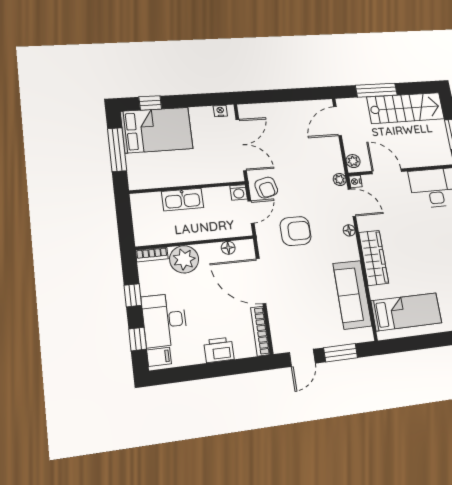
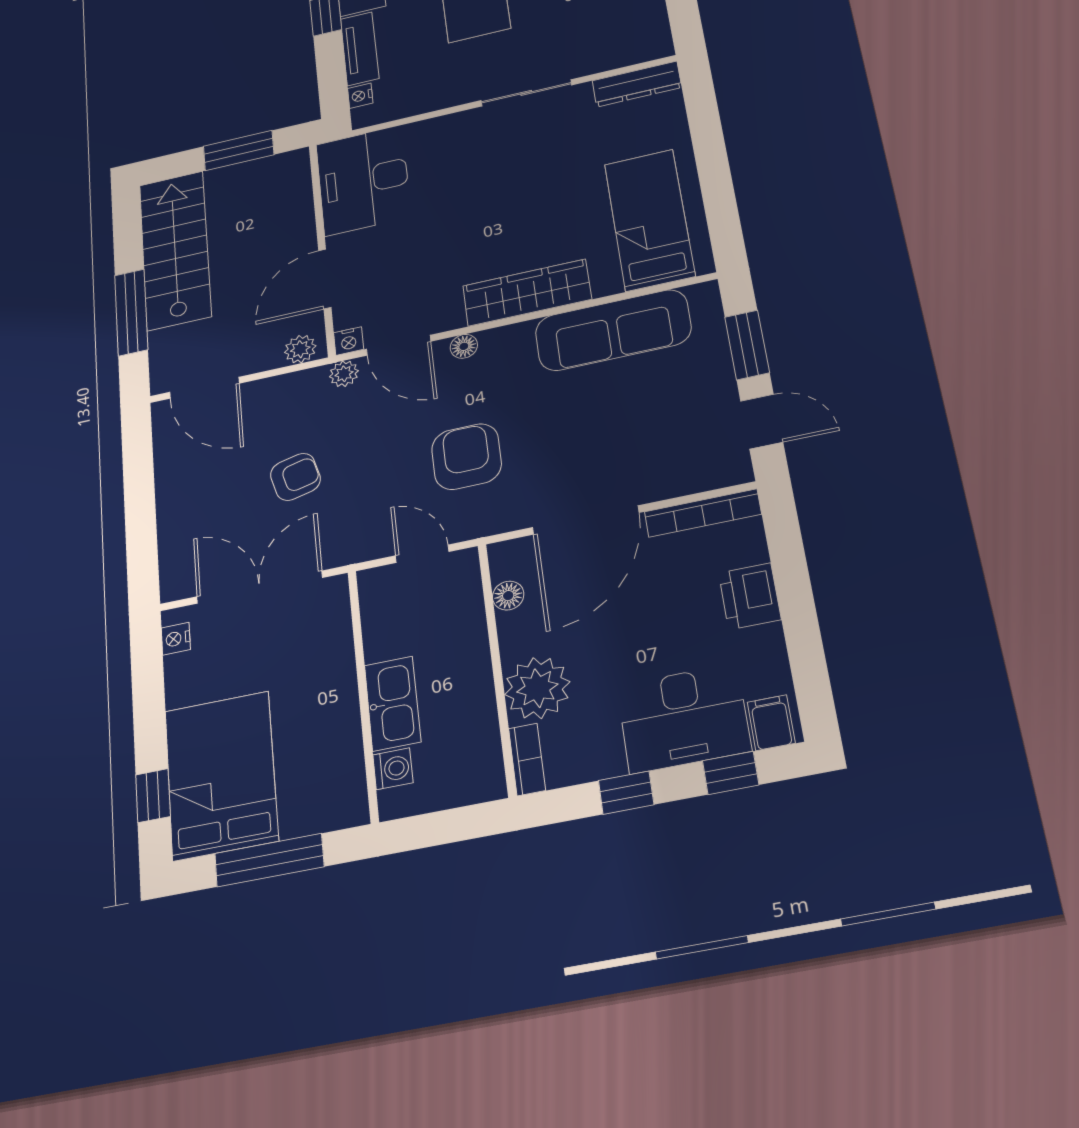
armchair: (266, 188) -> (295, 477), moved
washing machine: (239, 192) -> (393, 769), moved
door: (352, 203) -> (399, 345), swing flipped

